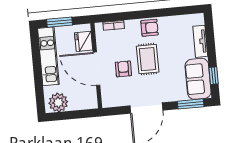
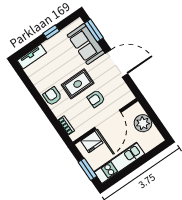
tv unit: (200, 41) -> (32, 57), moved
window: (214, 76) -> (51, 32), moved
sofa: (198, 79) -> (86, 44), moved, turned 90
plant: (58, 102) -> (143, 123), moved

